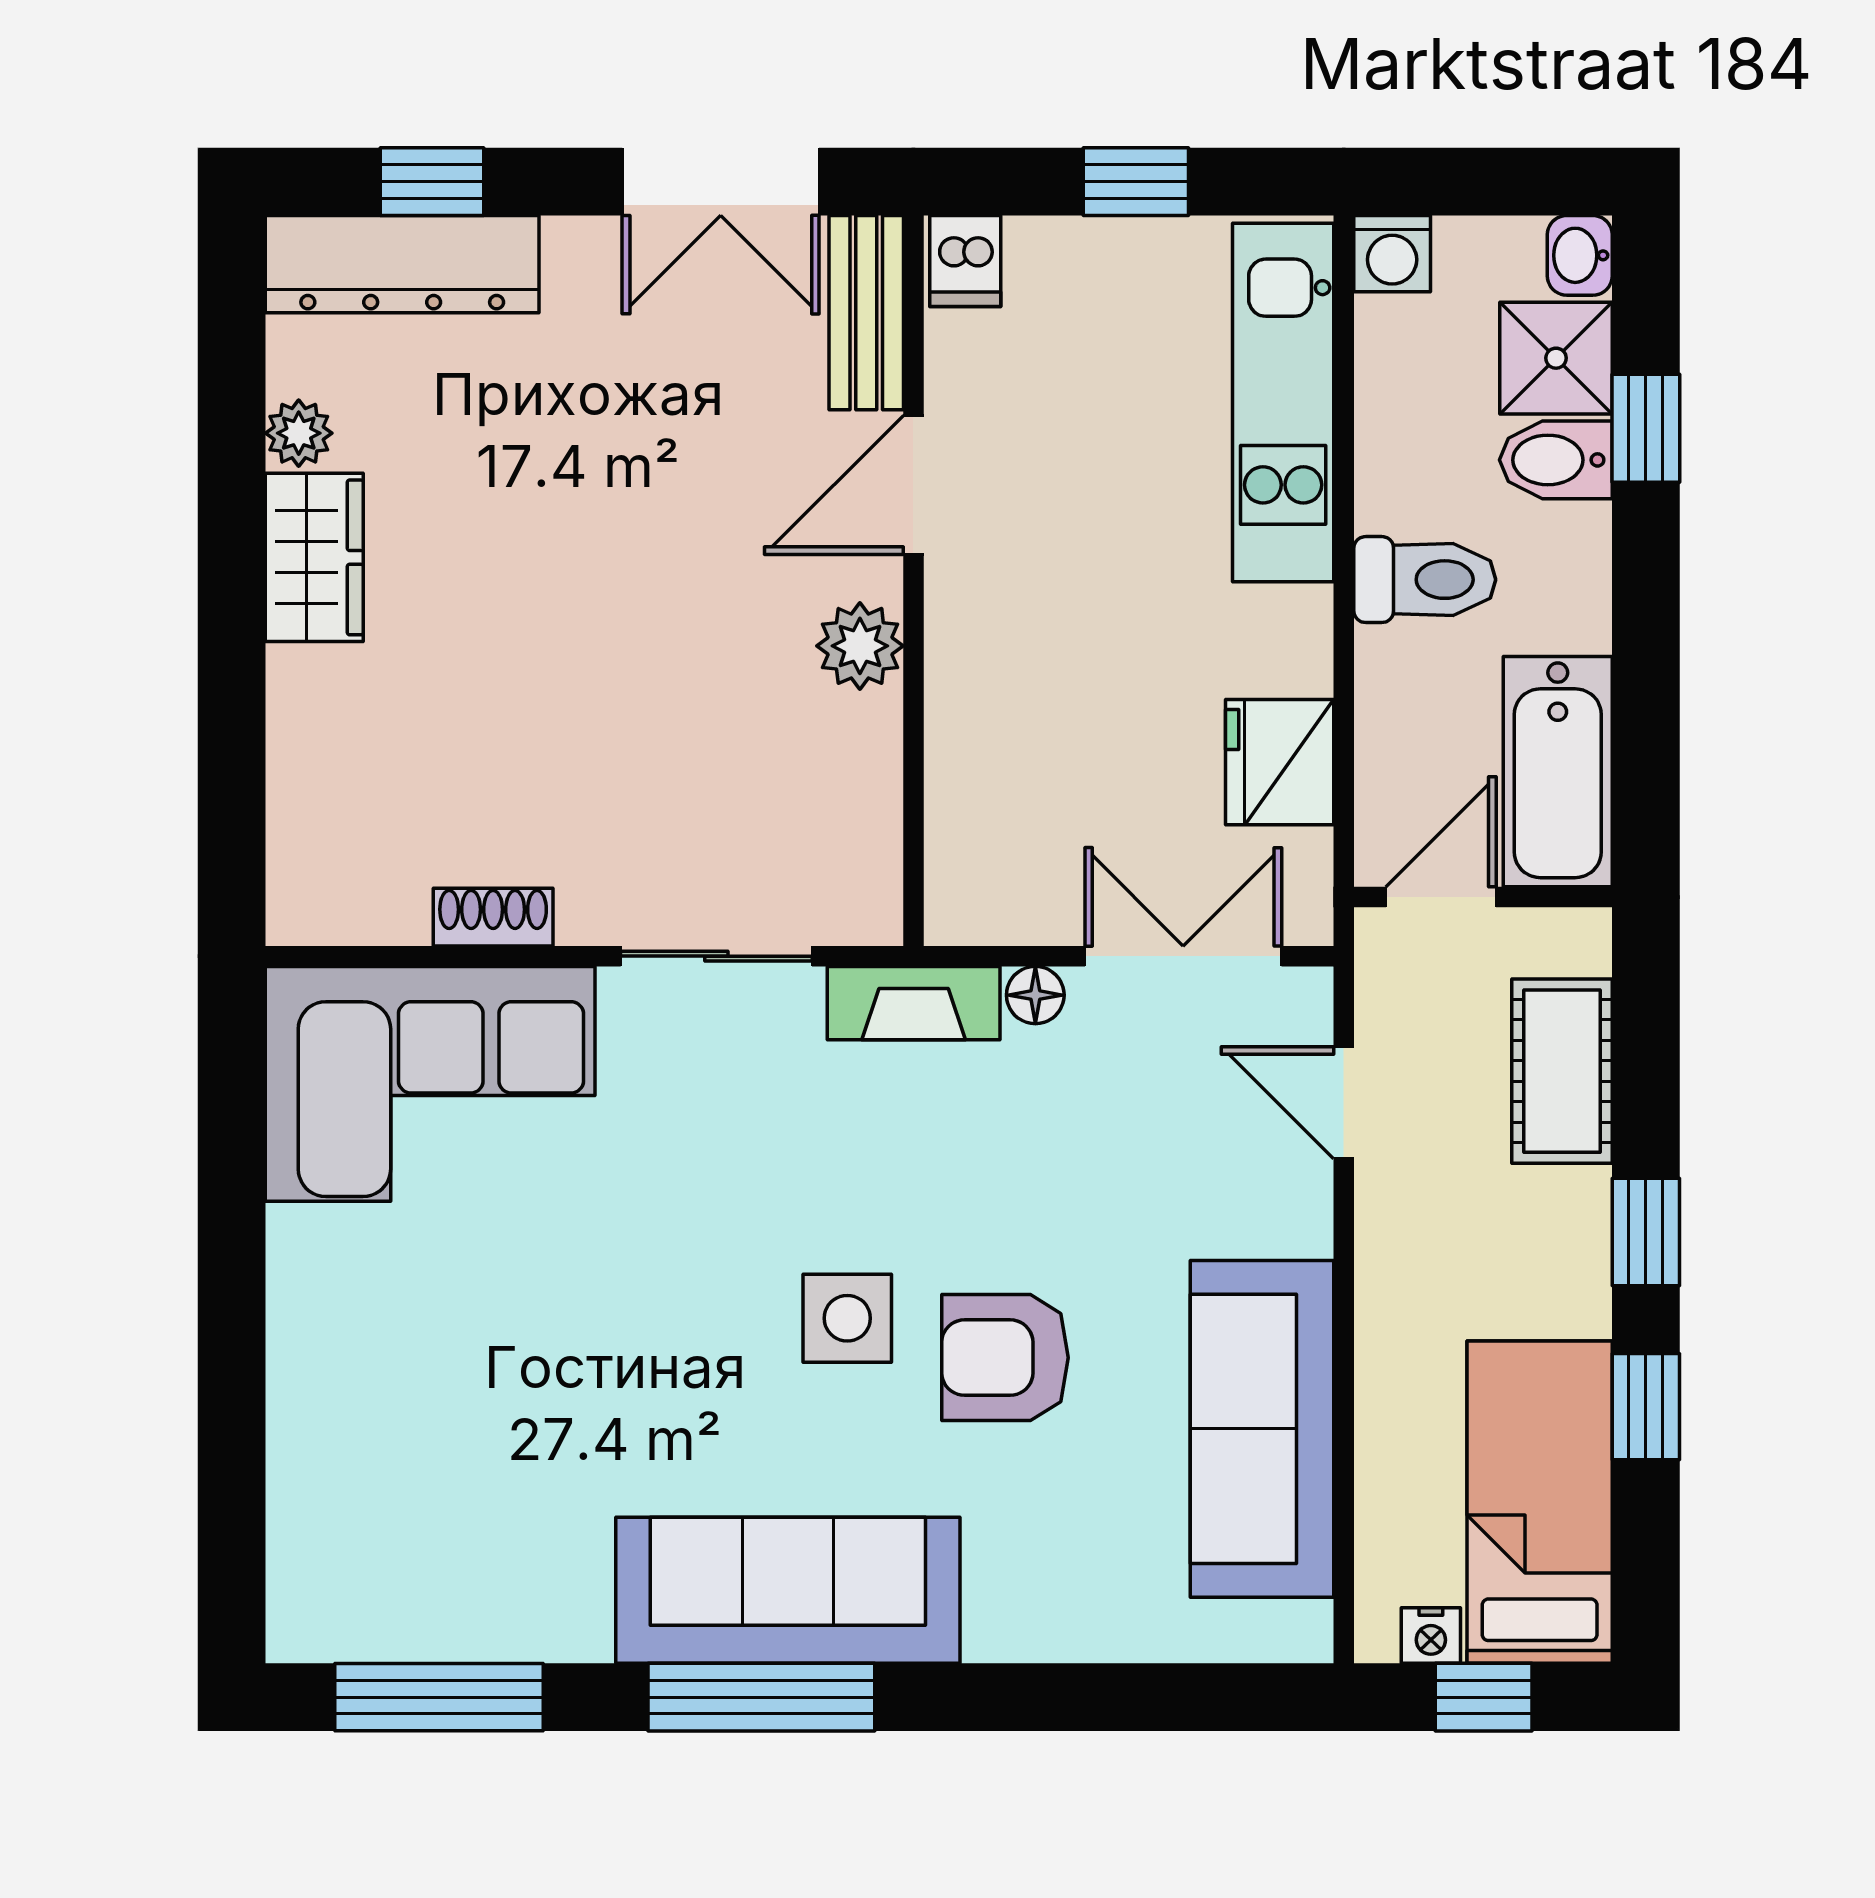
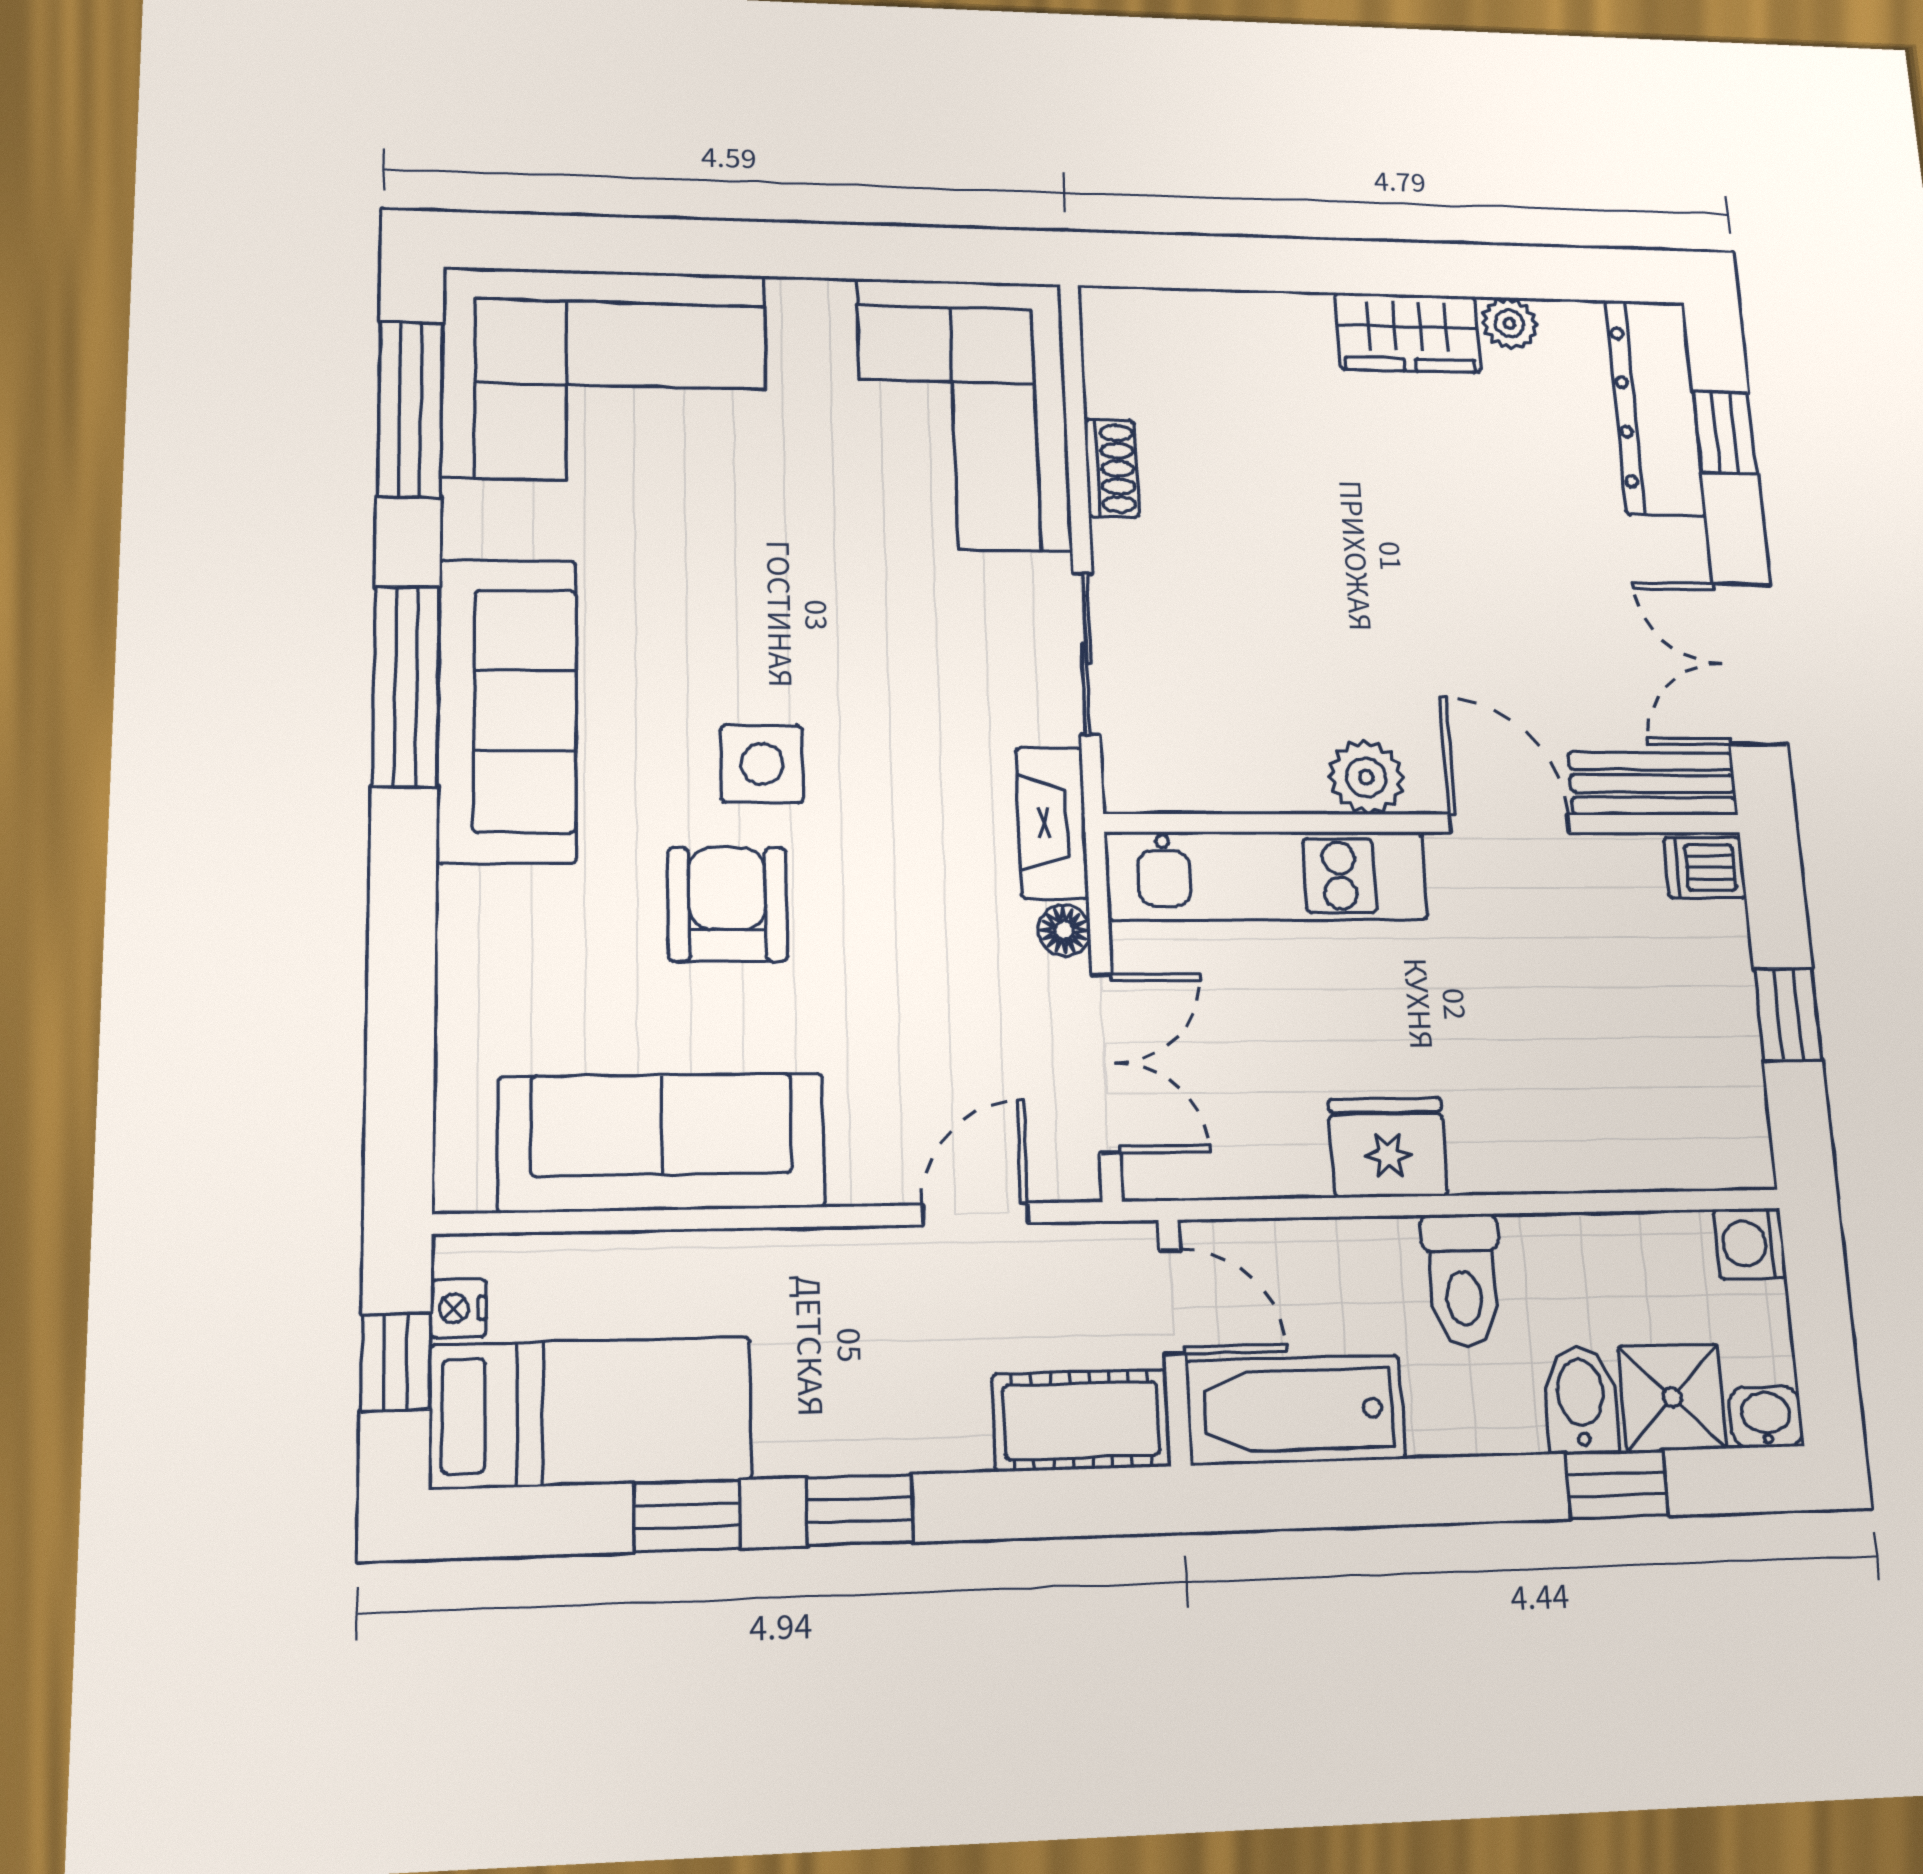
kitchen unit: (1283, 402) -> (1267, 876), moved, turned 180
fridge: (1280, 762) -> (1388, 1147), moved
cot: (1562, 1071) -> (1081, 1420), moved
corner sofa: (393, 1485) -> (605, 375), added

